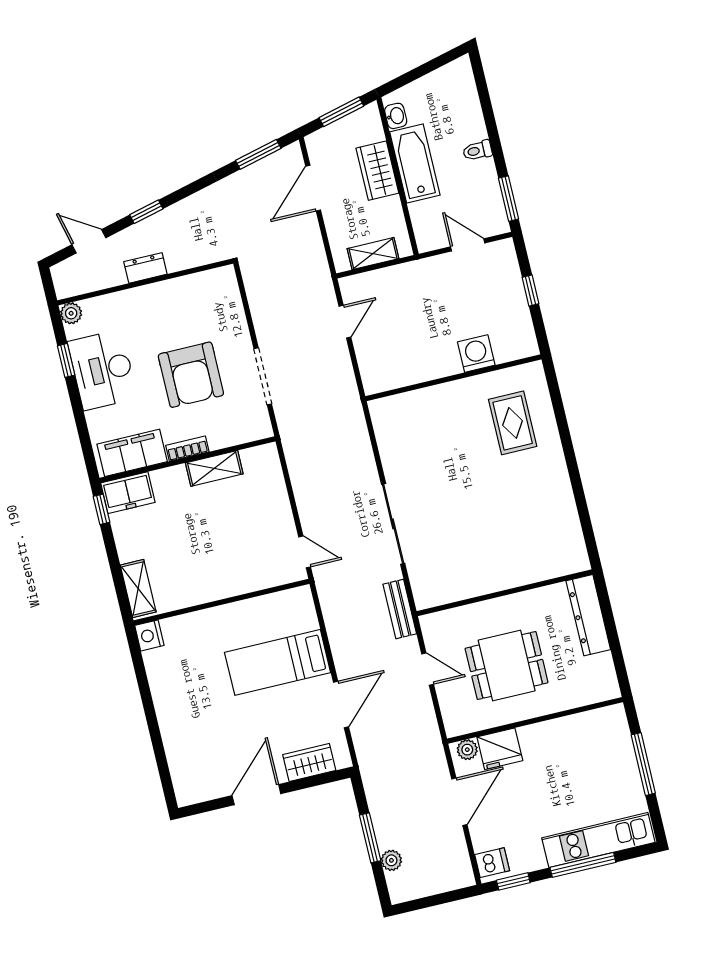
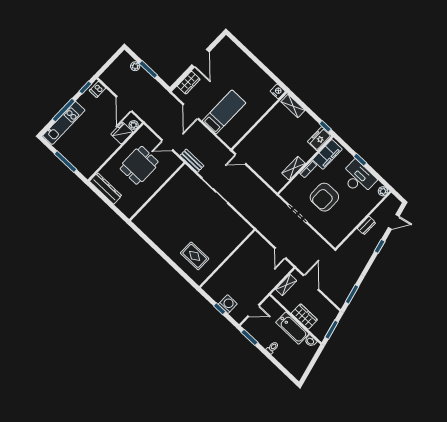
door: (313, 188) -> (311, 282), moved
washing machine: (476, 354) -> (228, 304), moved, turned -90
window: (66, 360) -> (360, 160), moved
armchair: (191, 375) -> (324, 197), turned -90
dresser: (588, 615) -> (106, 188), moved

